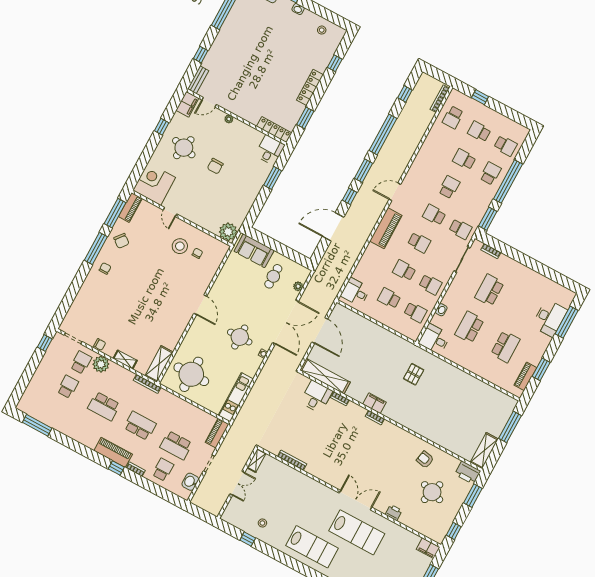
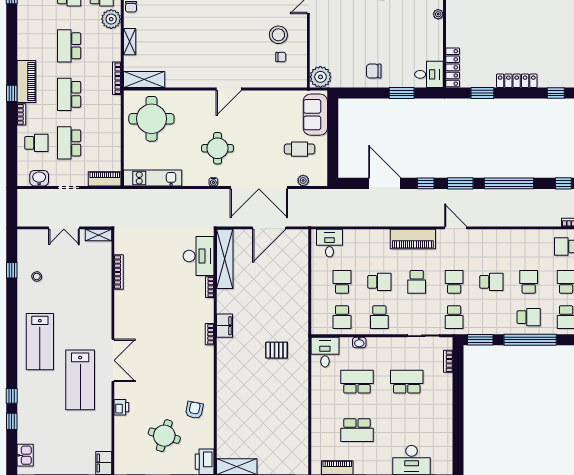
chair: (215, 166) -> (374, 71), moved
school desk: (404, 270) -> (379, 282), turned 90
desk: (316, 397) -> (199, 256), width x1.37
school desk: (140, 426) -> (69, 94), turned 180

